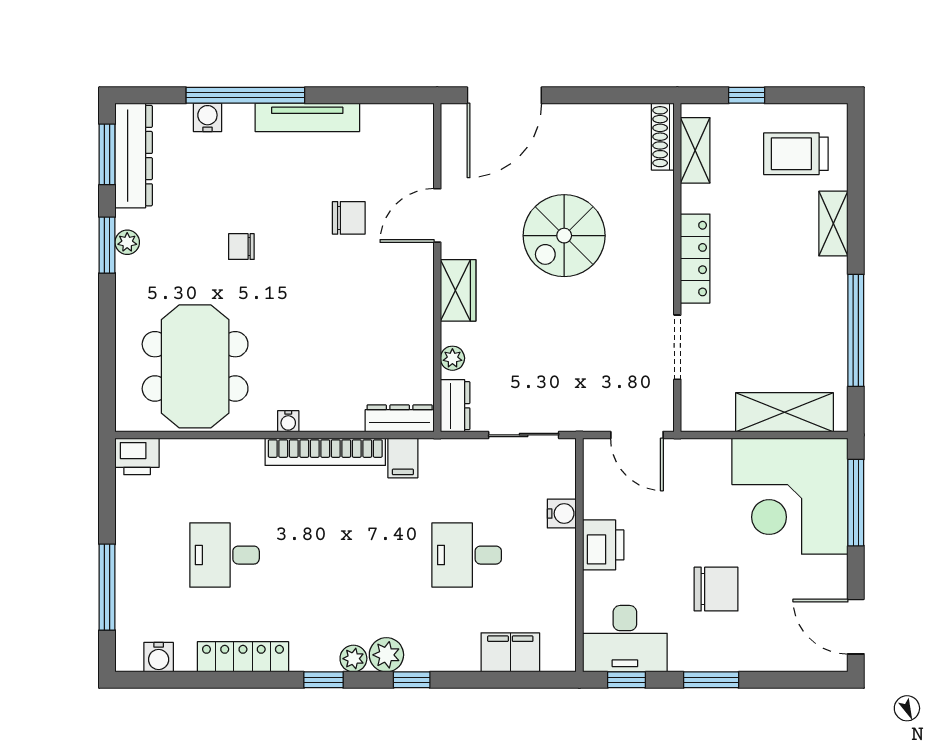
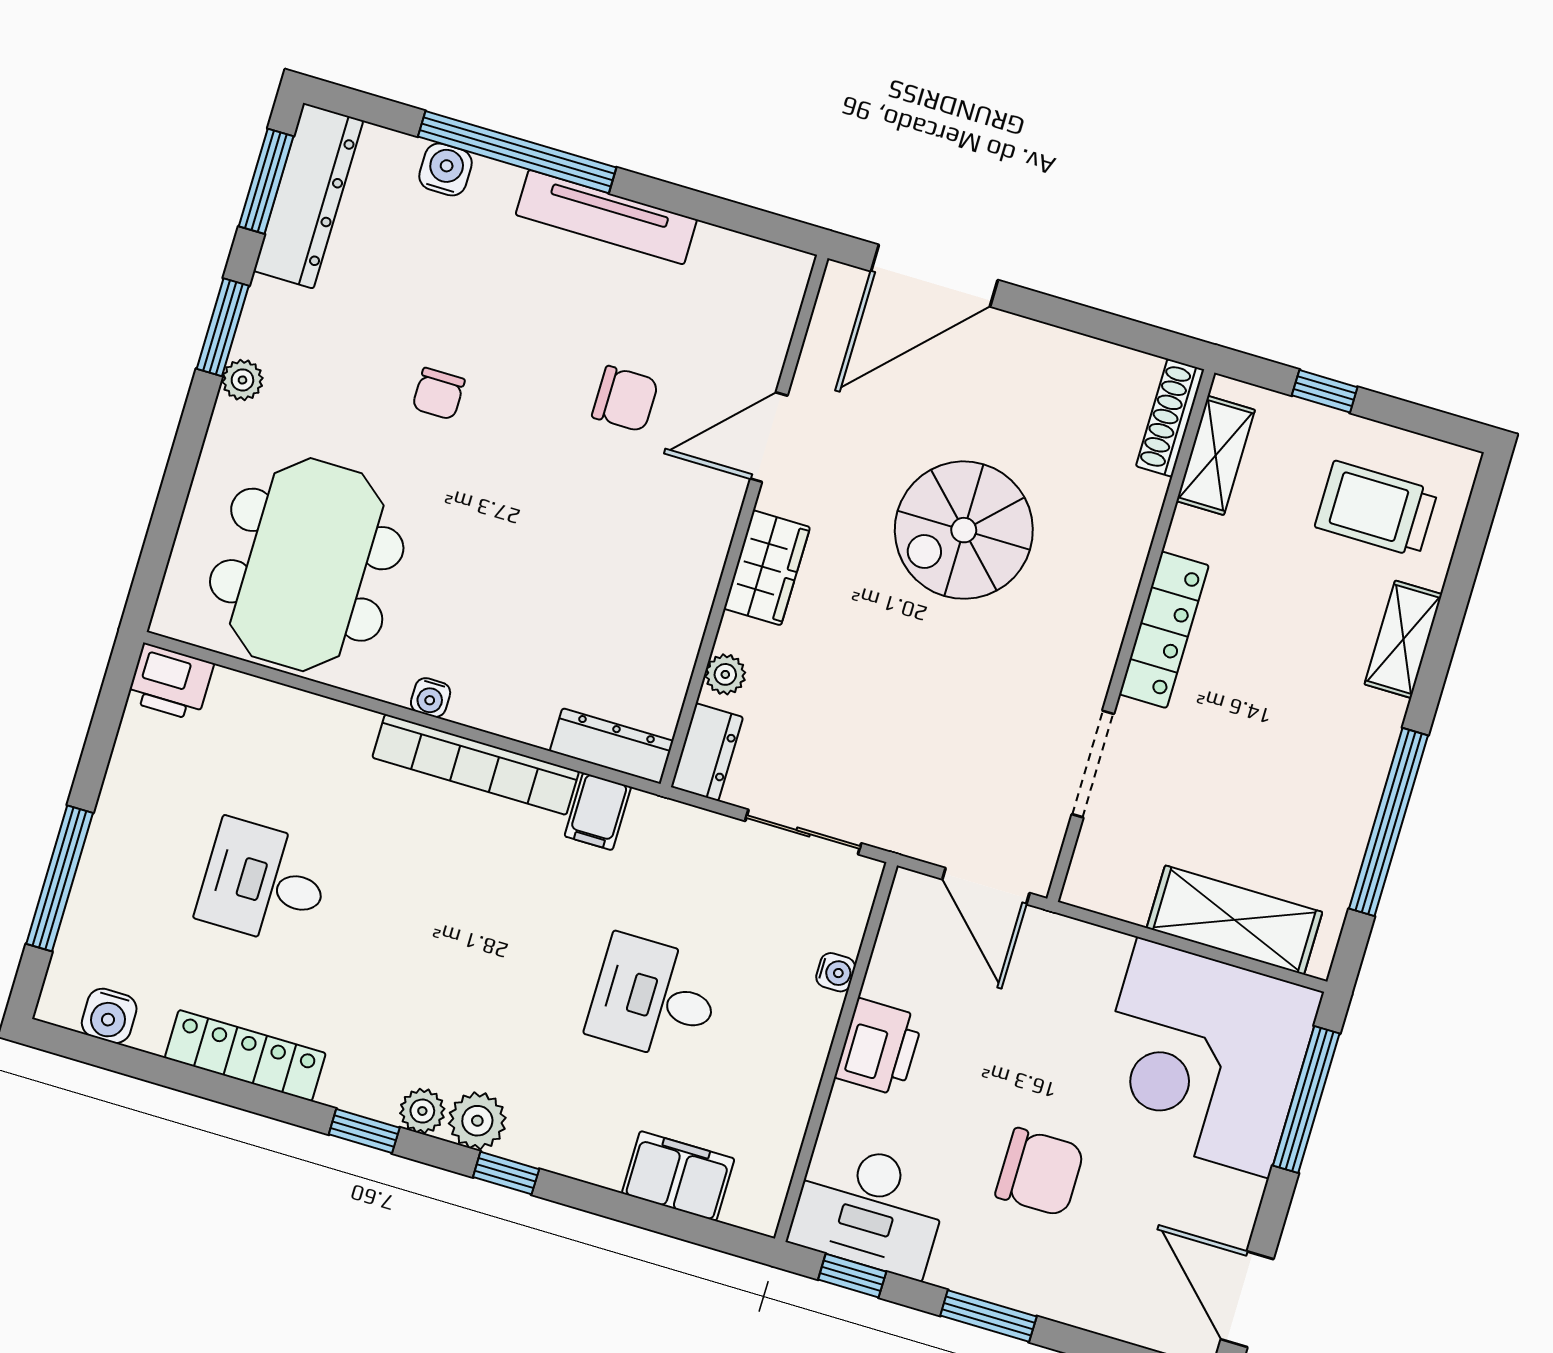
plant: (127, 242) -> (242, 380), moved
chair: (241, 247) -> (438, 394), turned -90
water cooler: (562, 514) -> (836, 972), width x0.72, depth x0.72

